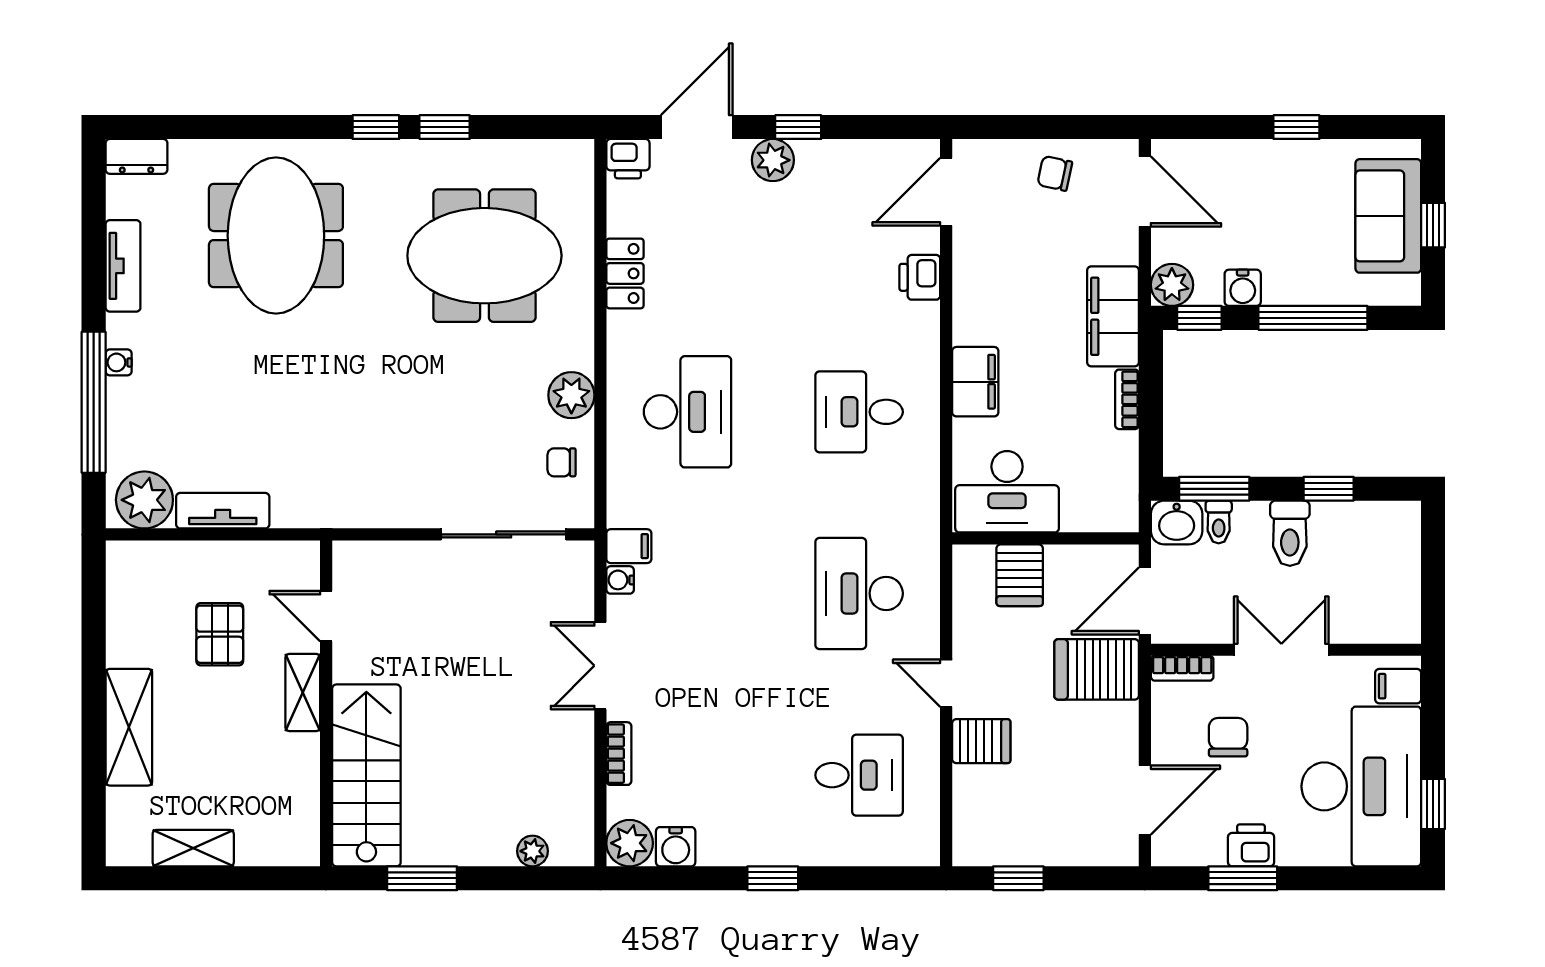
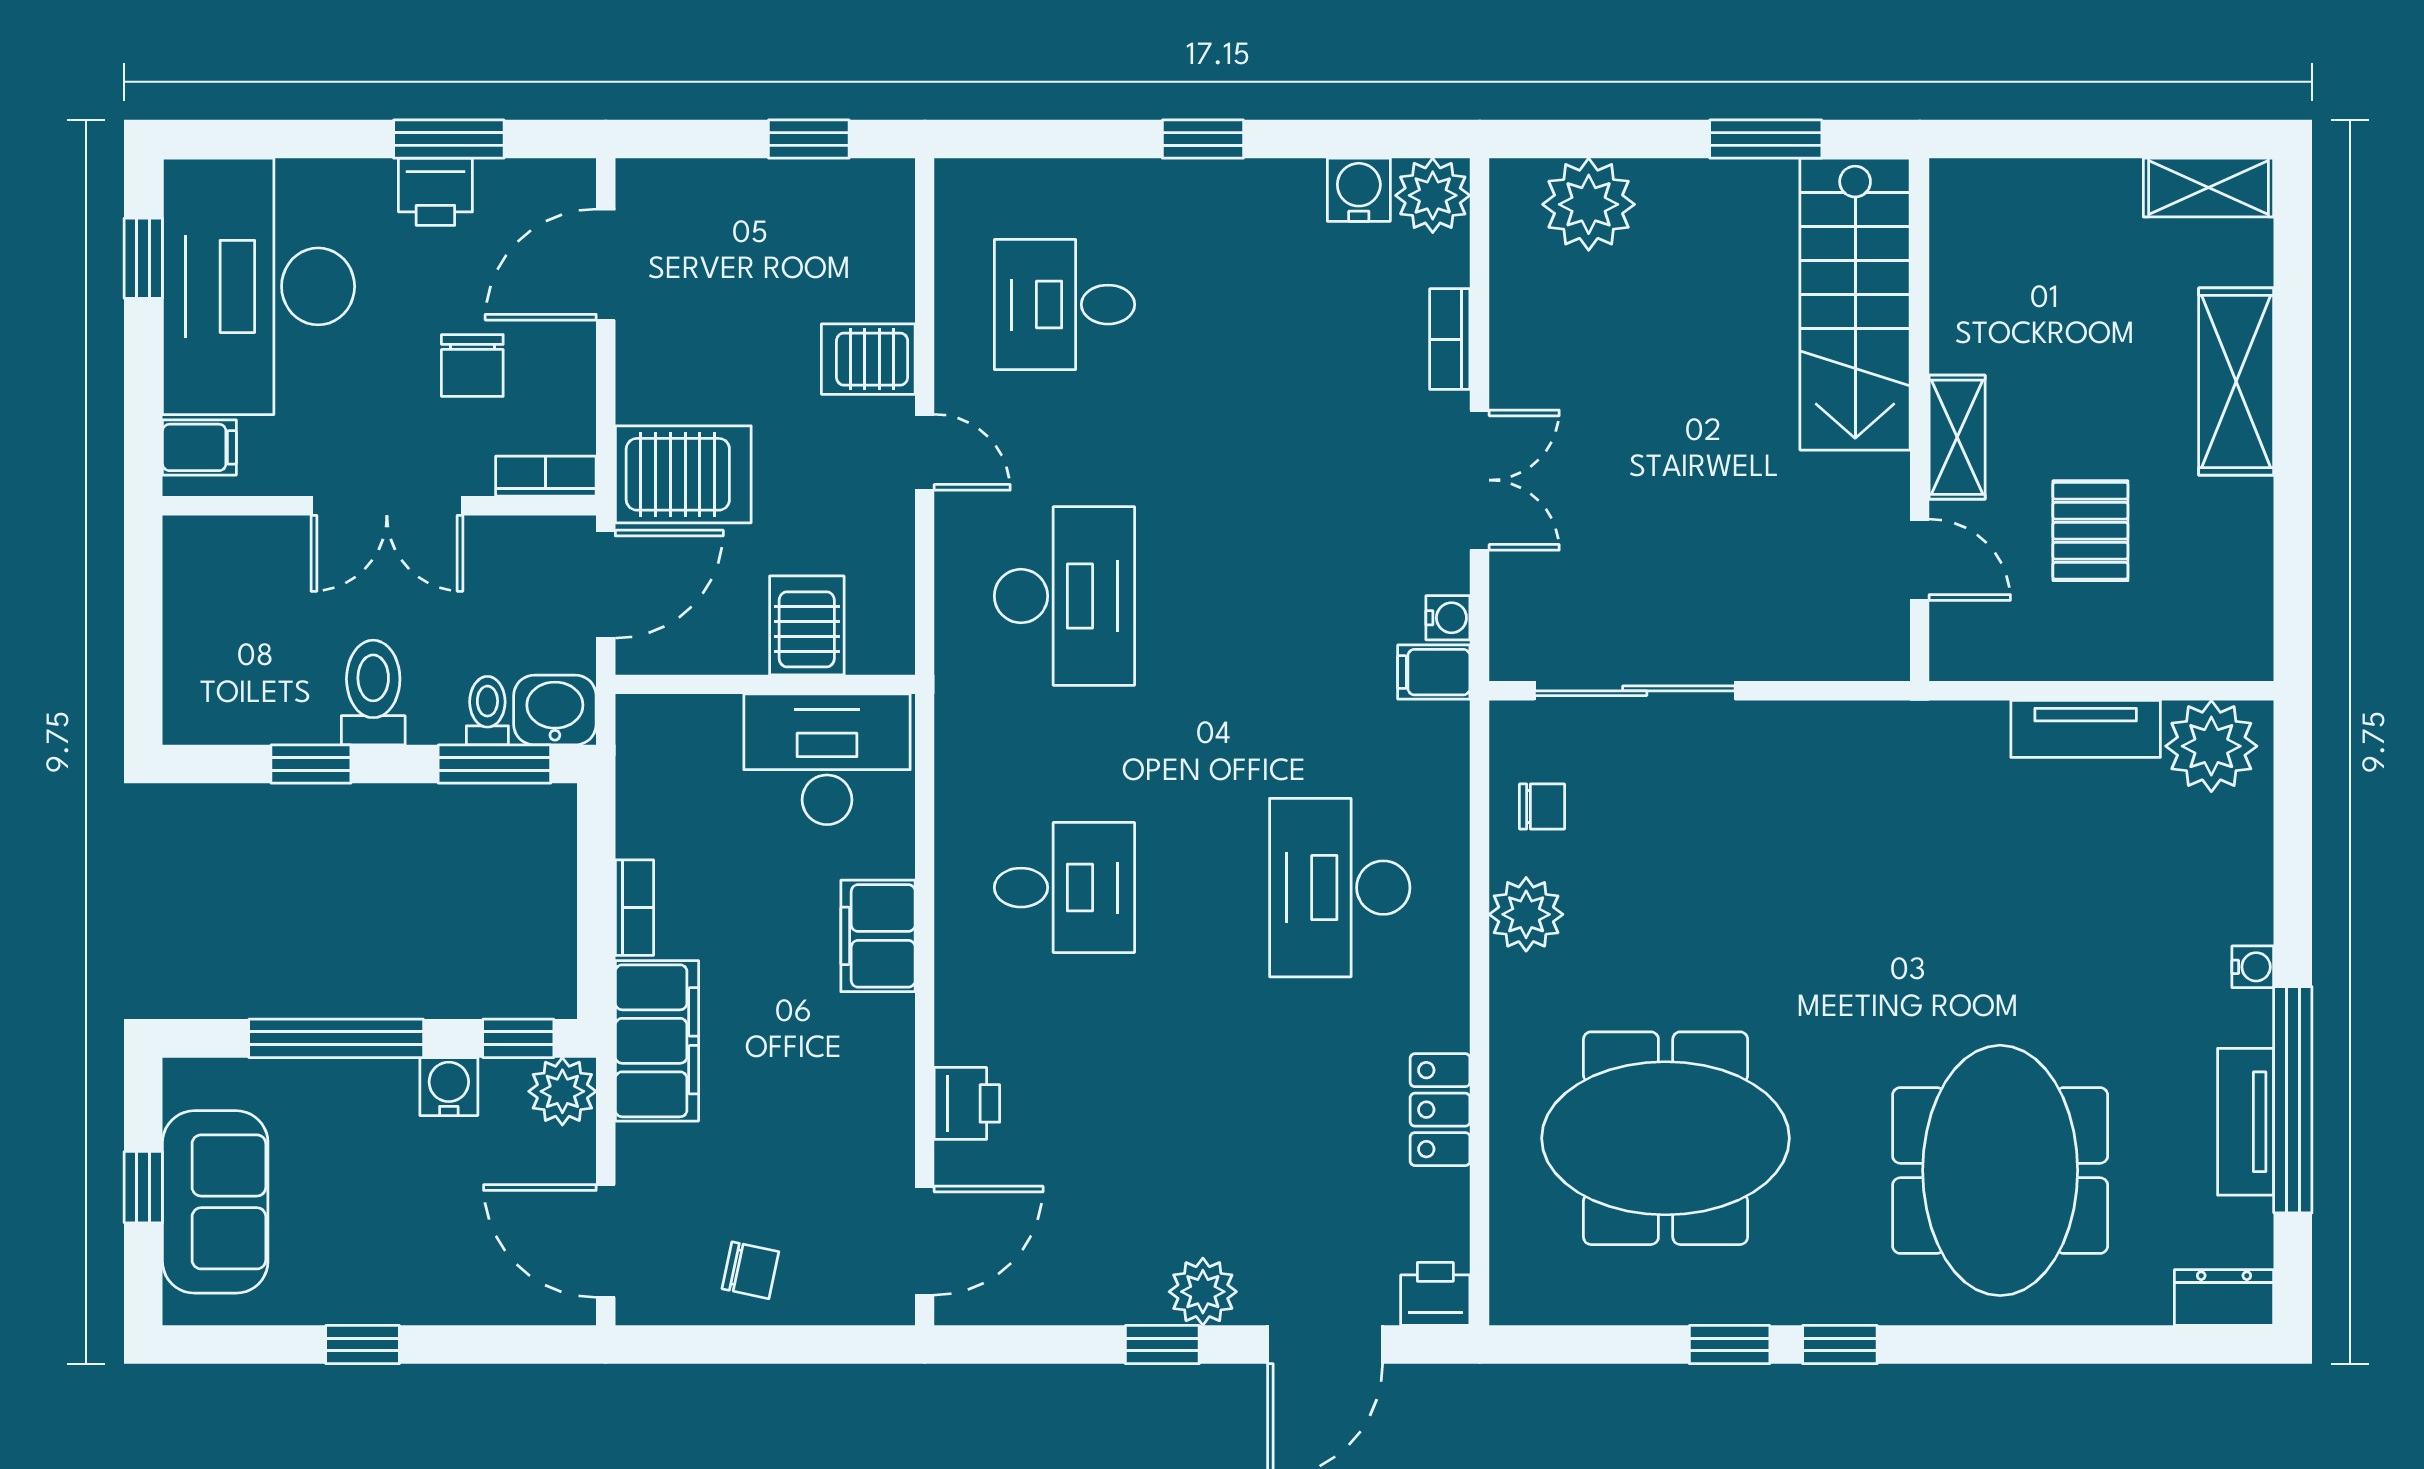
window: (94, 402) -> (2293, 1100), moved
shelving: (193, 848) -> (2208, 188), moved
plant: (532, 851) -> (1589, 204), width x1.88, depth x1.88

